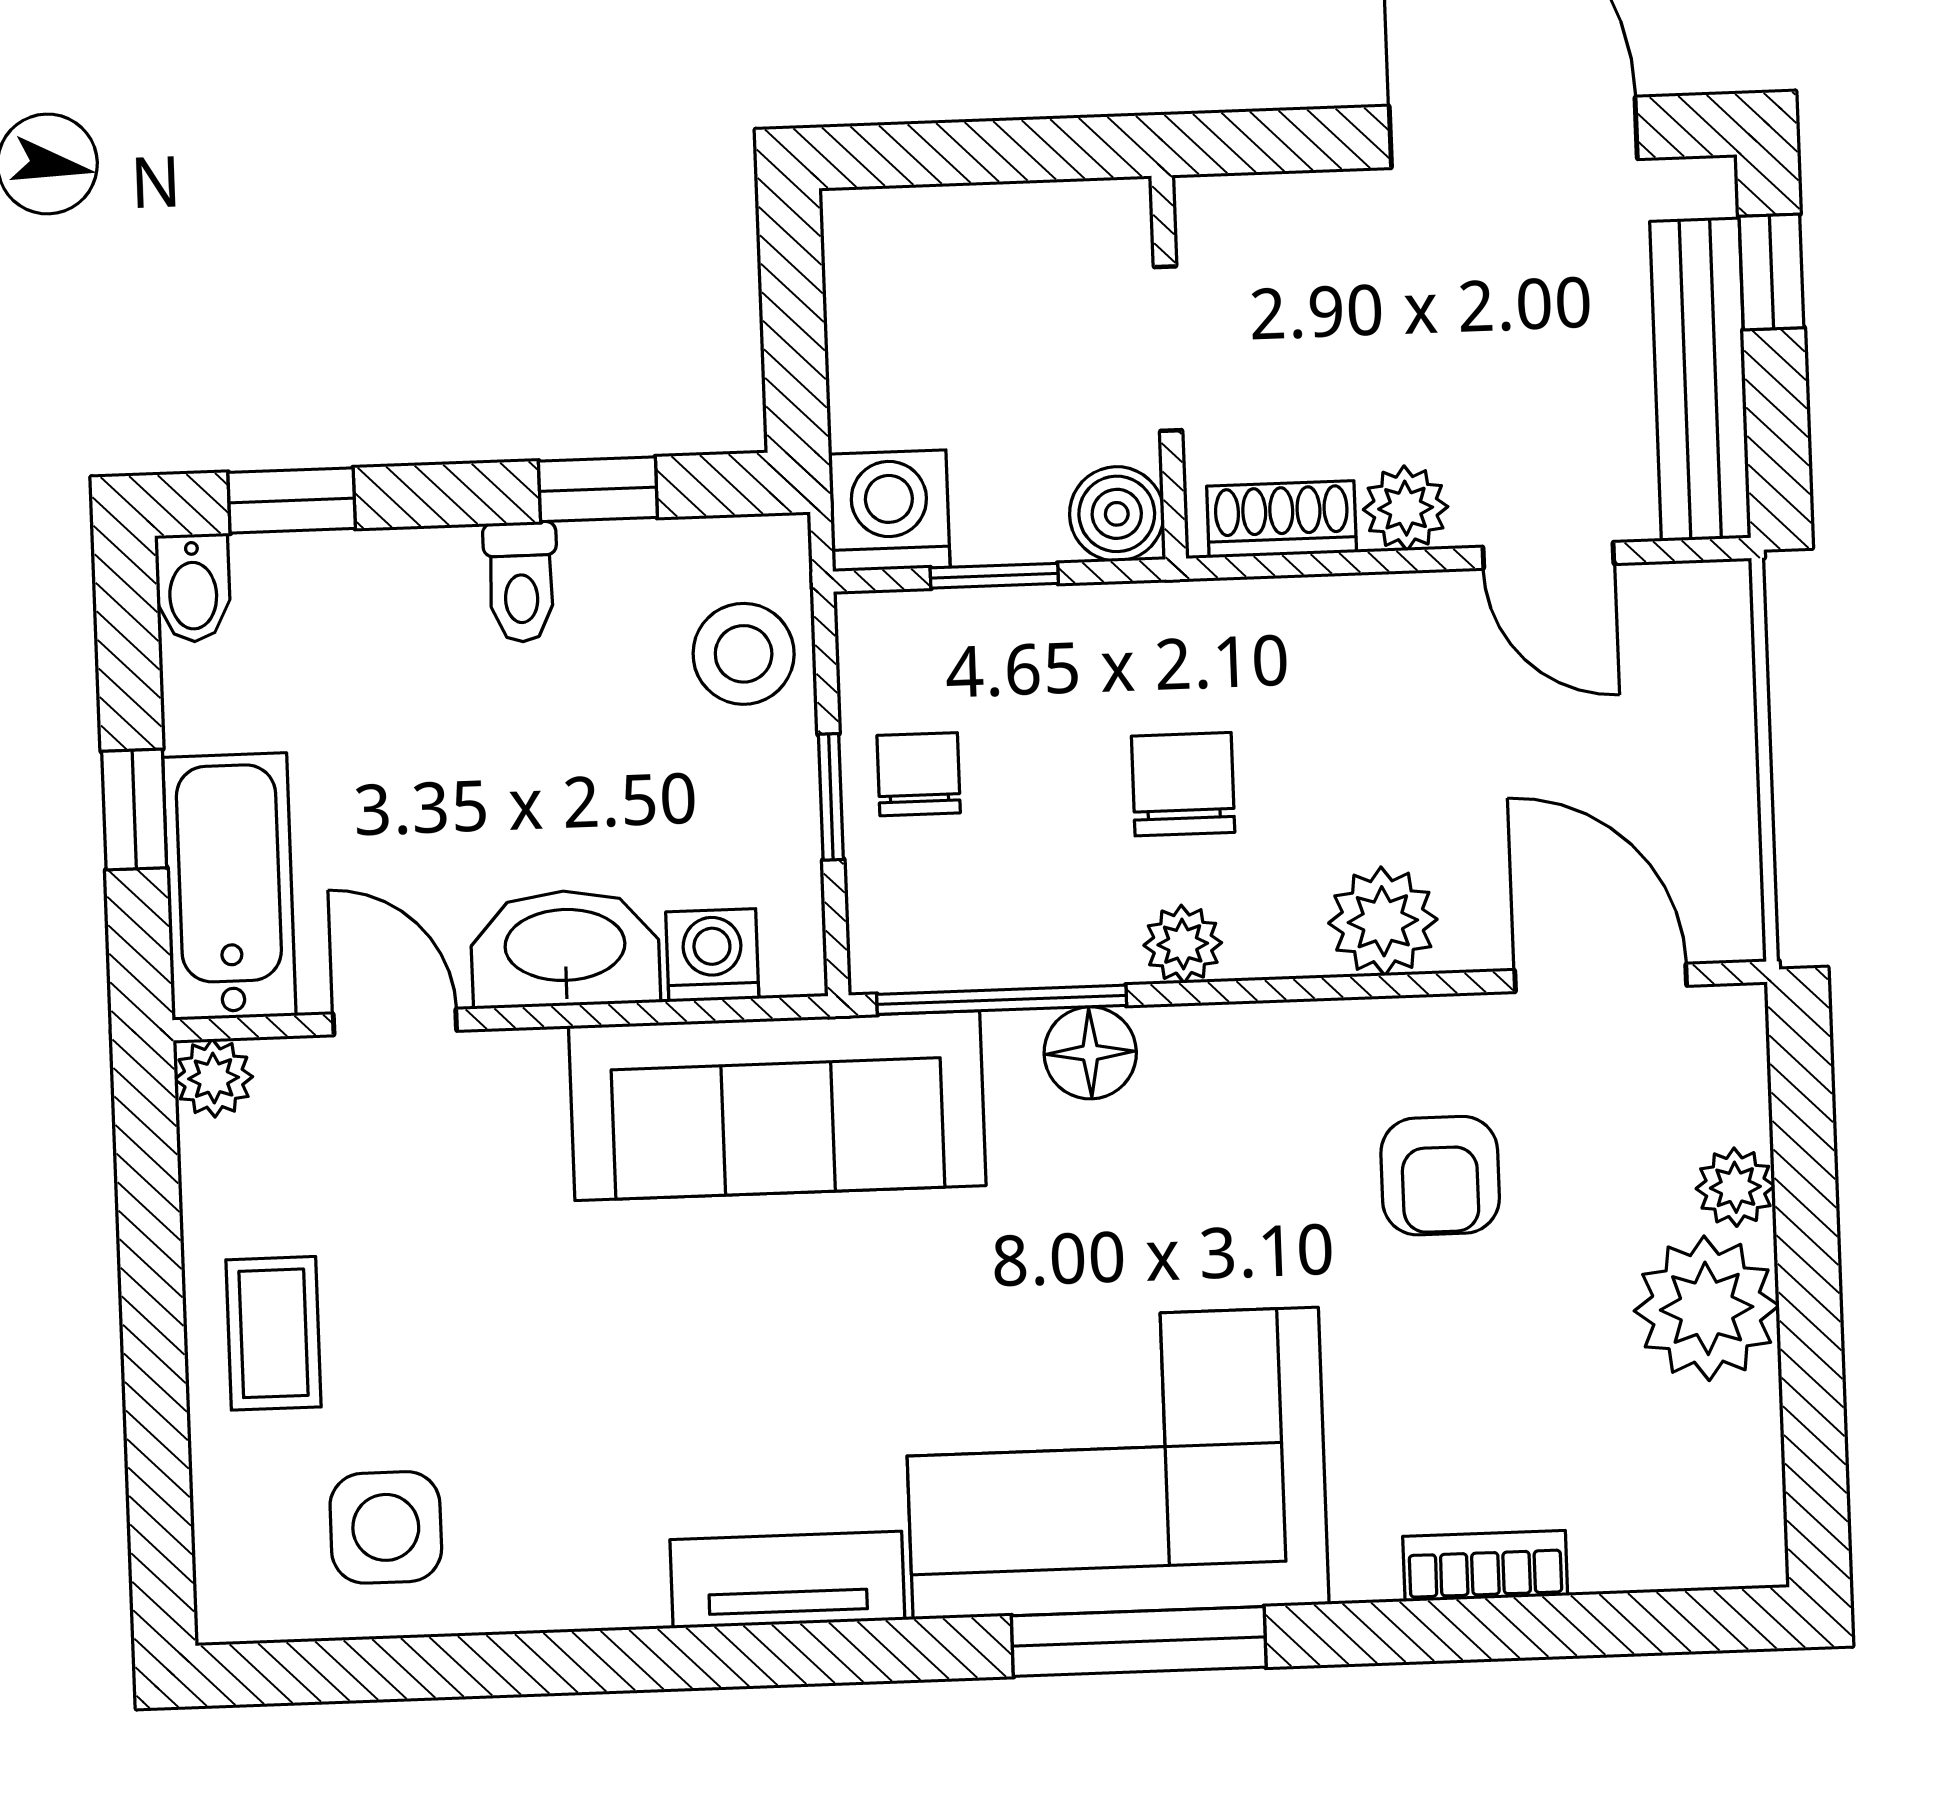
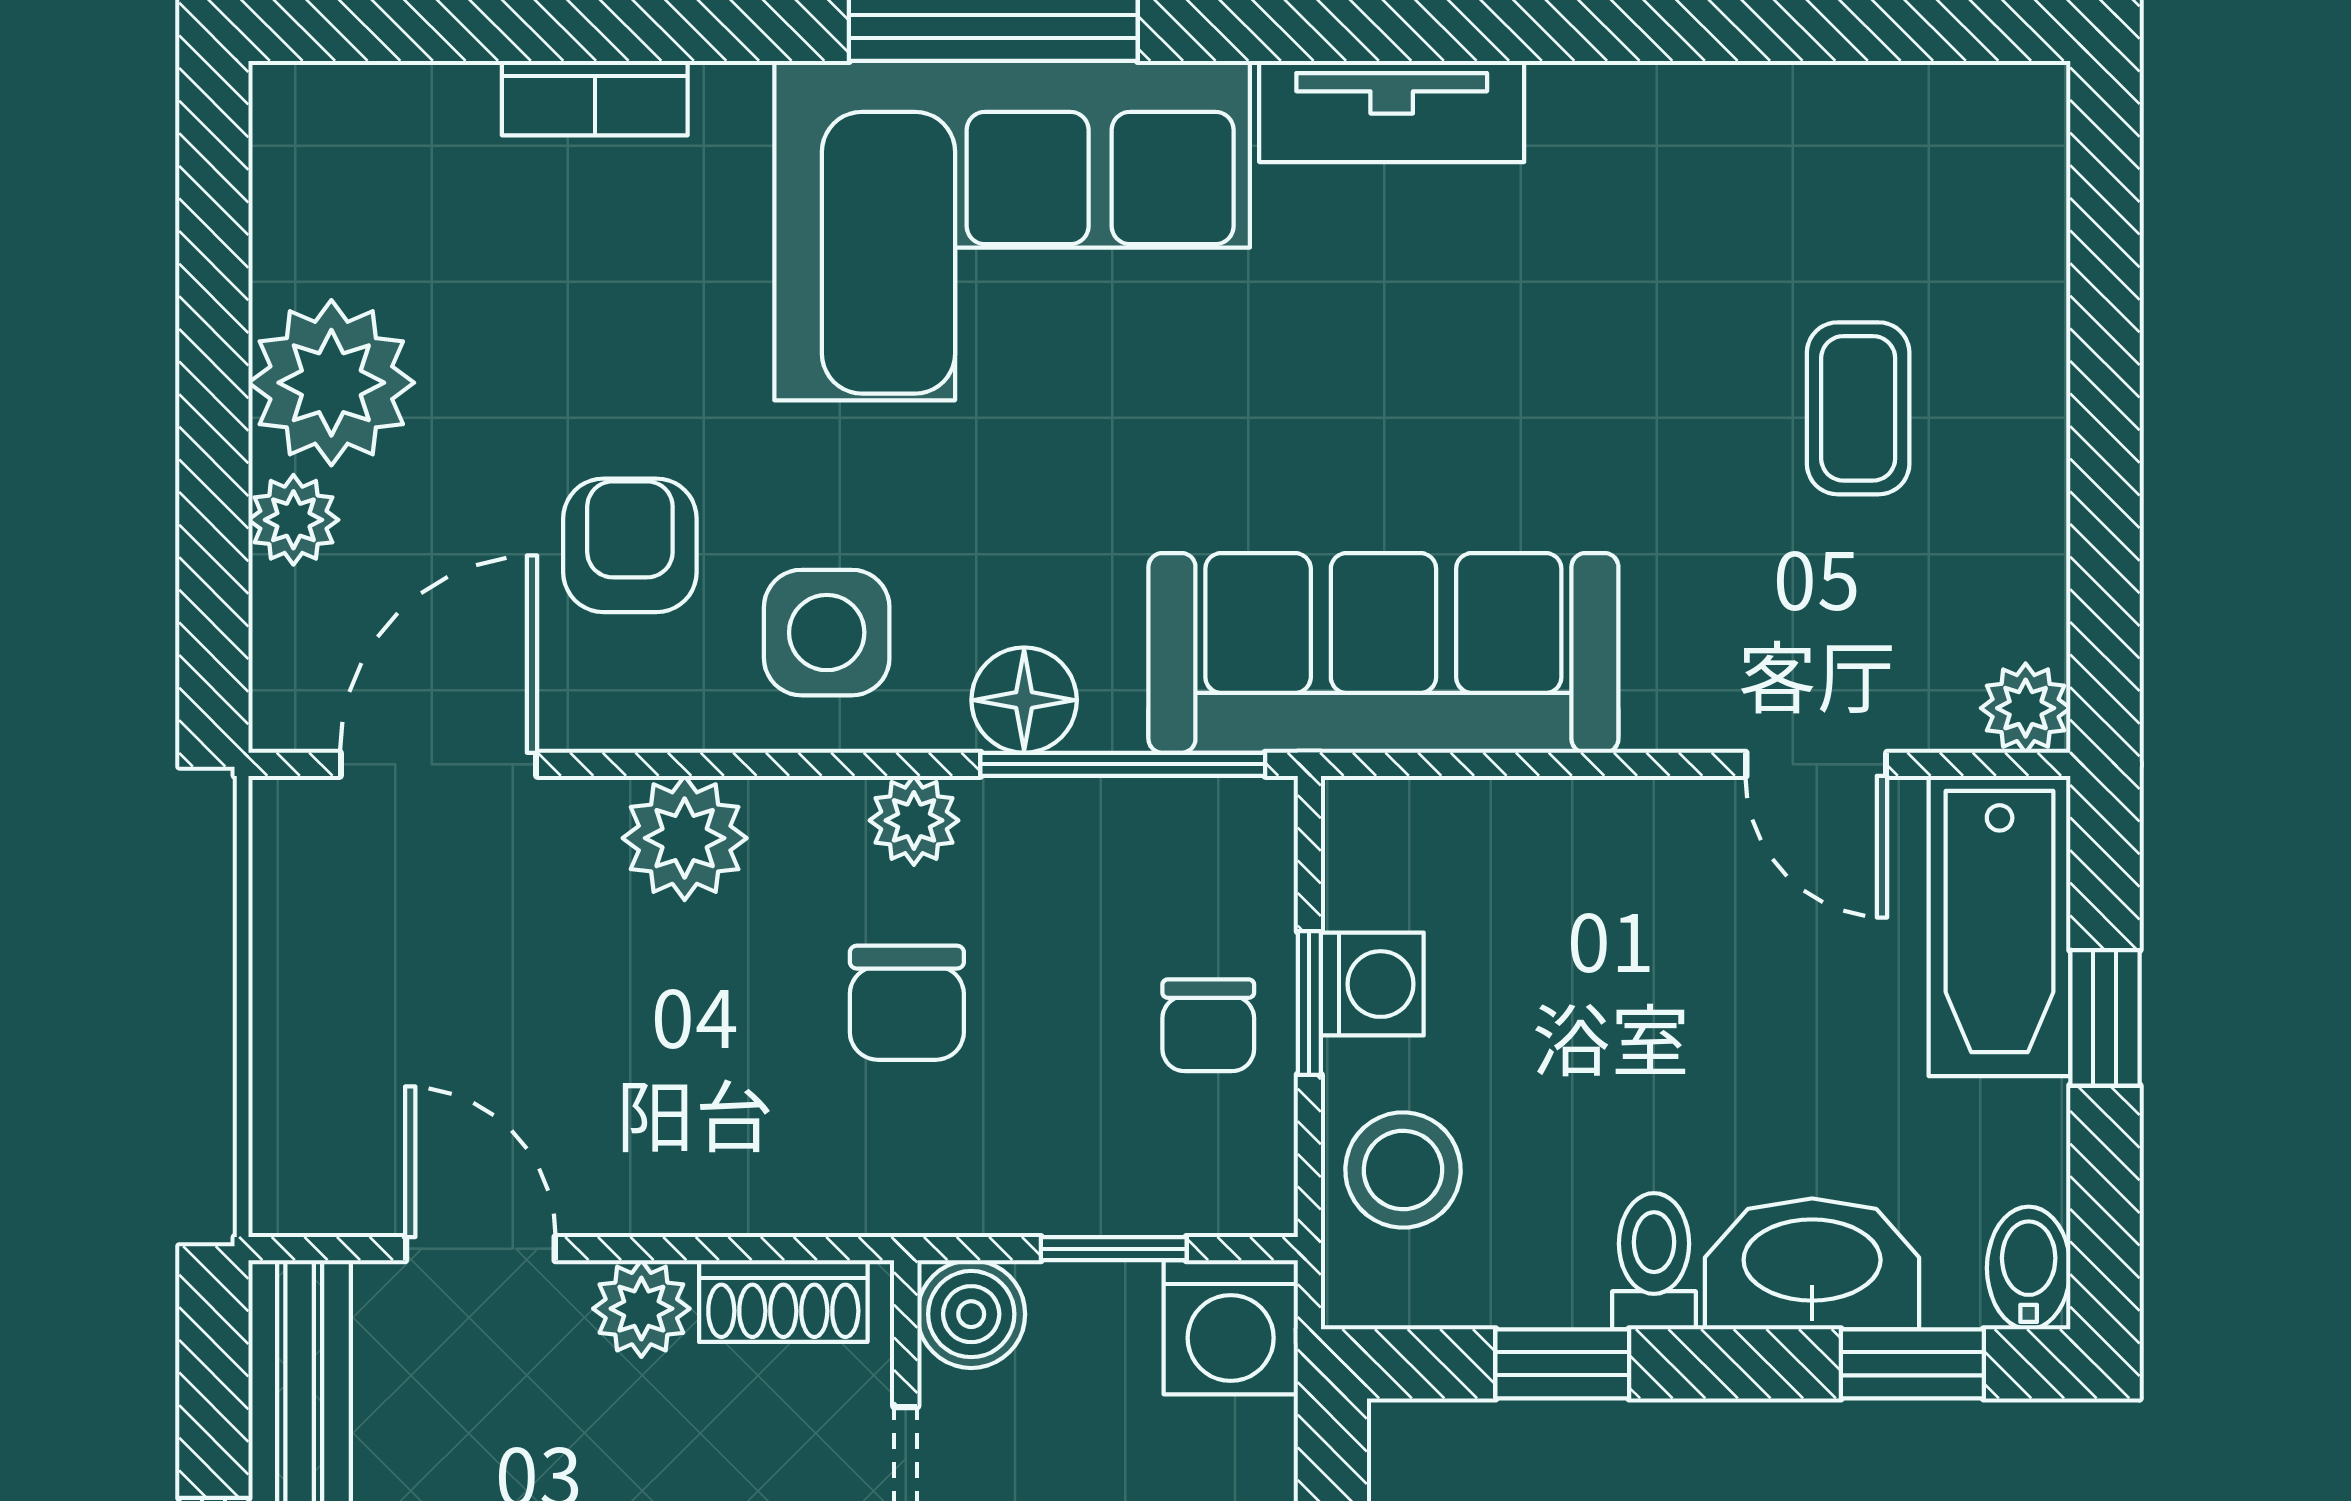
washbasin: (565, 948) -> (1812, 1264), moved, turned 180
washing machine: (712, 955) -> (1372, 984), moved, turned -90
door: (1601, 978) -> (439, 764), swing flipped
coffee table: (274, 1333) -> (1858, 408), moved
side table: (386, 1527) -> (827, 633), moved

